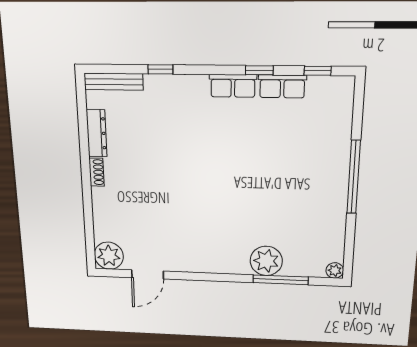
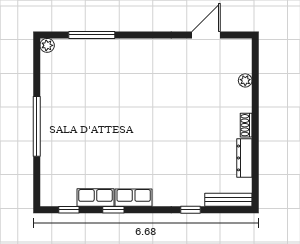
plant: (109, 256) -> (245, 80), moved, width x0.53, depth x0.53
plant: (266, 261) -> (104, 52), removed

